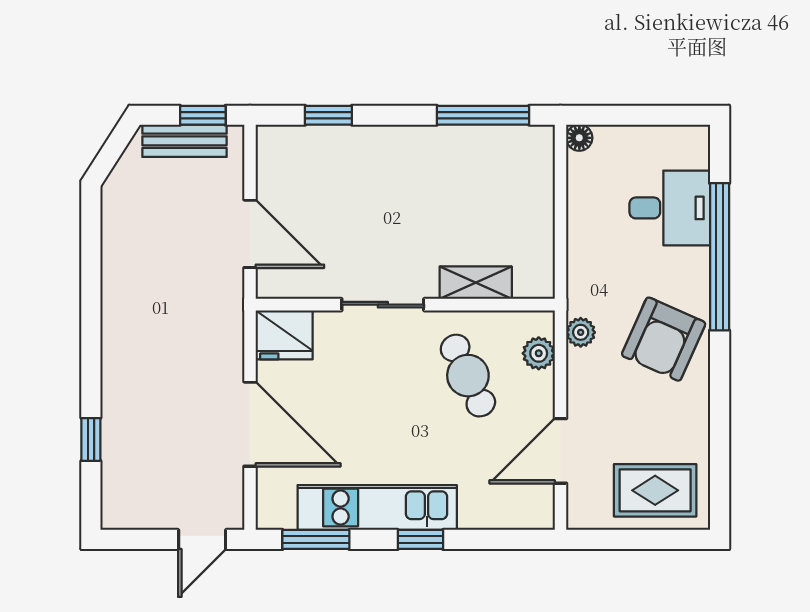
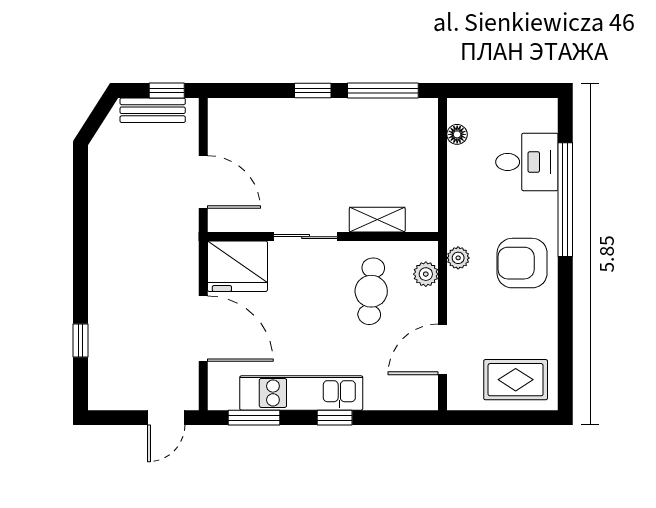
window: (328, 115) -> (313, 91), moved
floor lamp: (579, 138) -> (457, 134), moved
fridge: (284, 335) -> (237, 266), width x1.36, depth x1.34
armchair: (664, 339) -> (522, 263), turned 66
cafe table: (468, 376) -> (371, 291), turned 30

